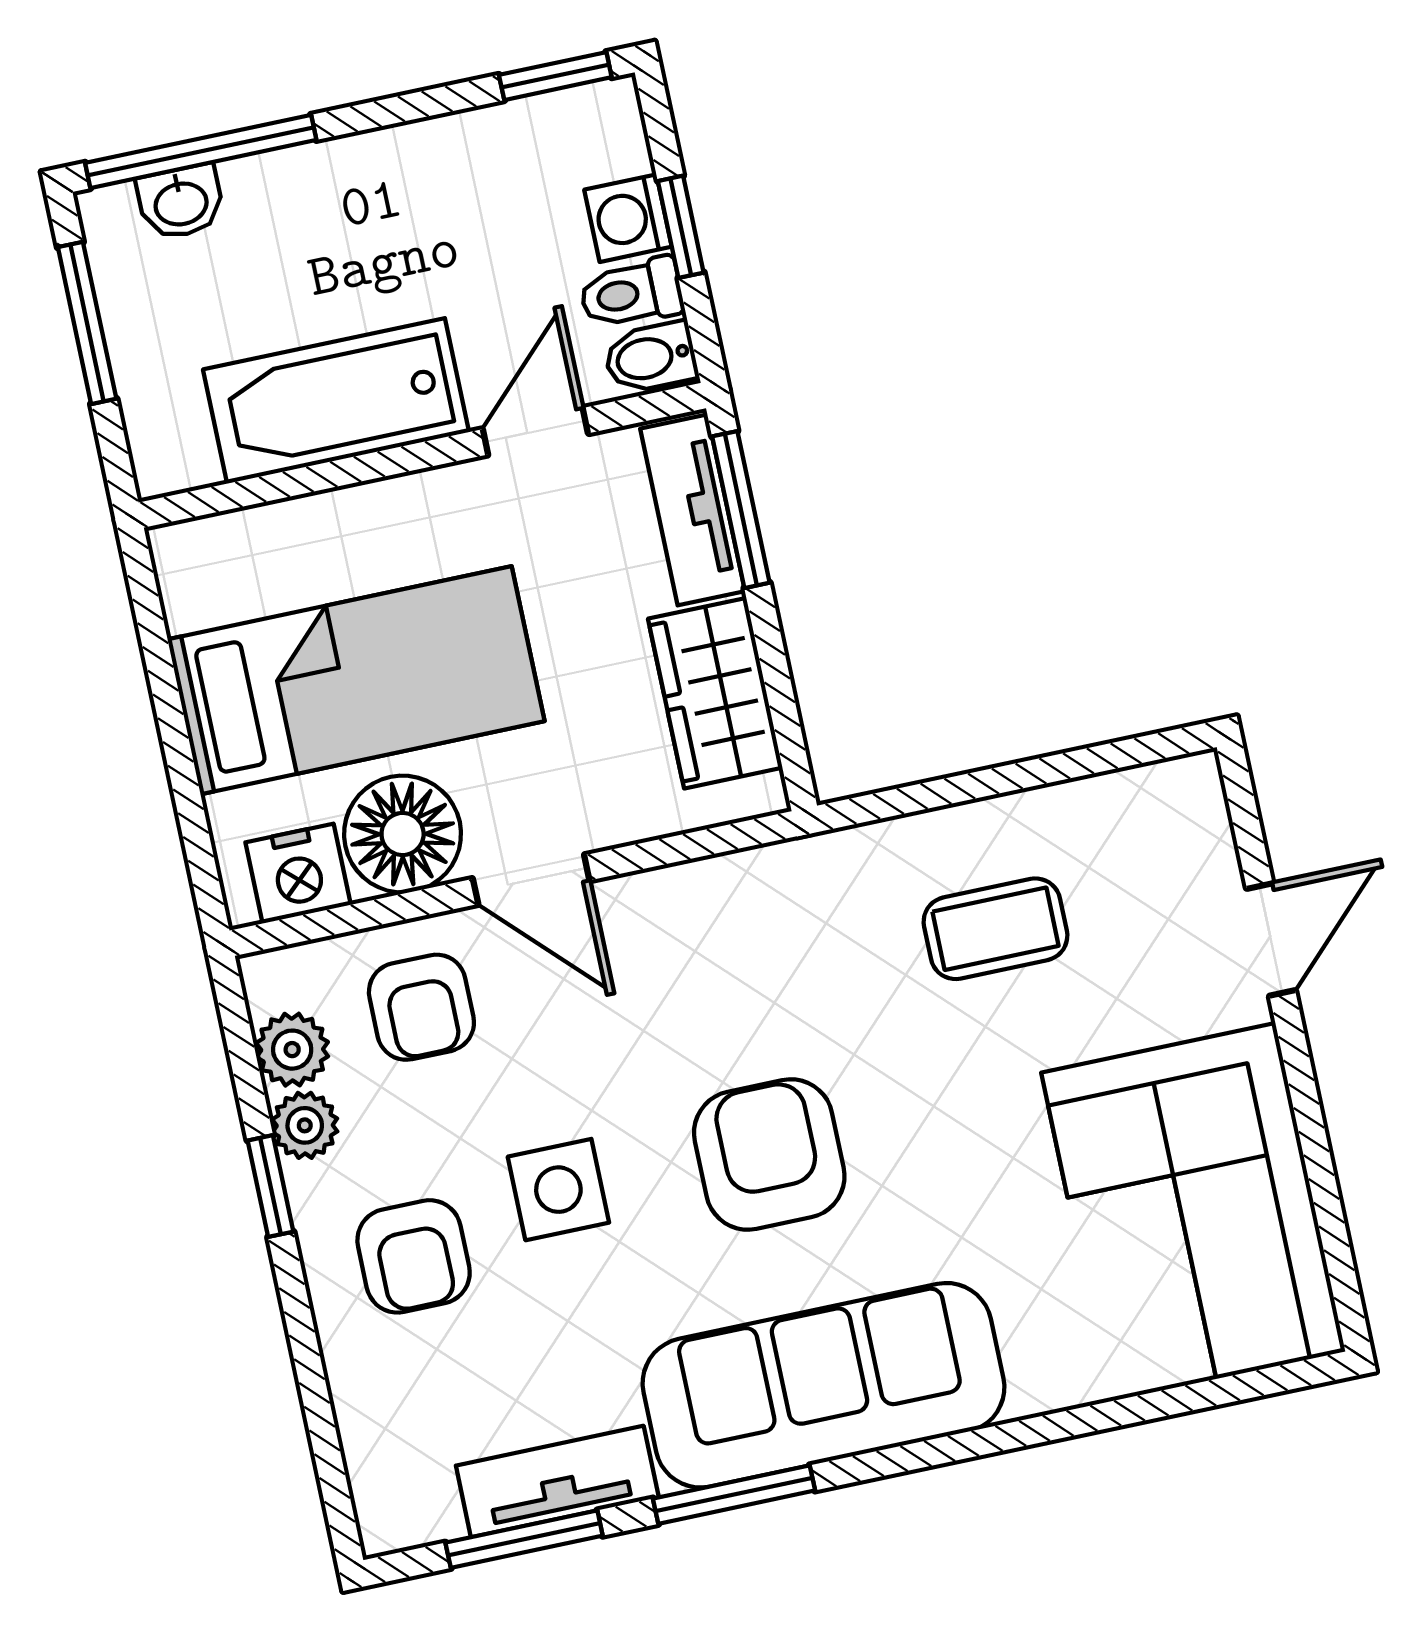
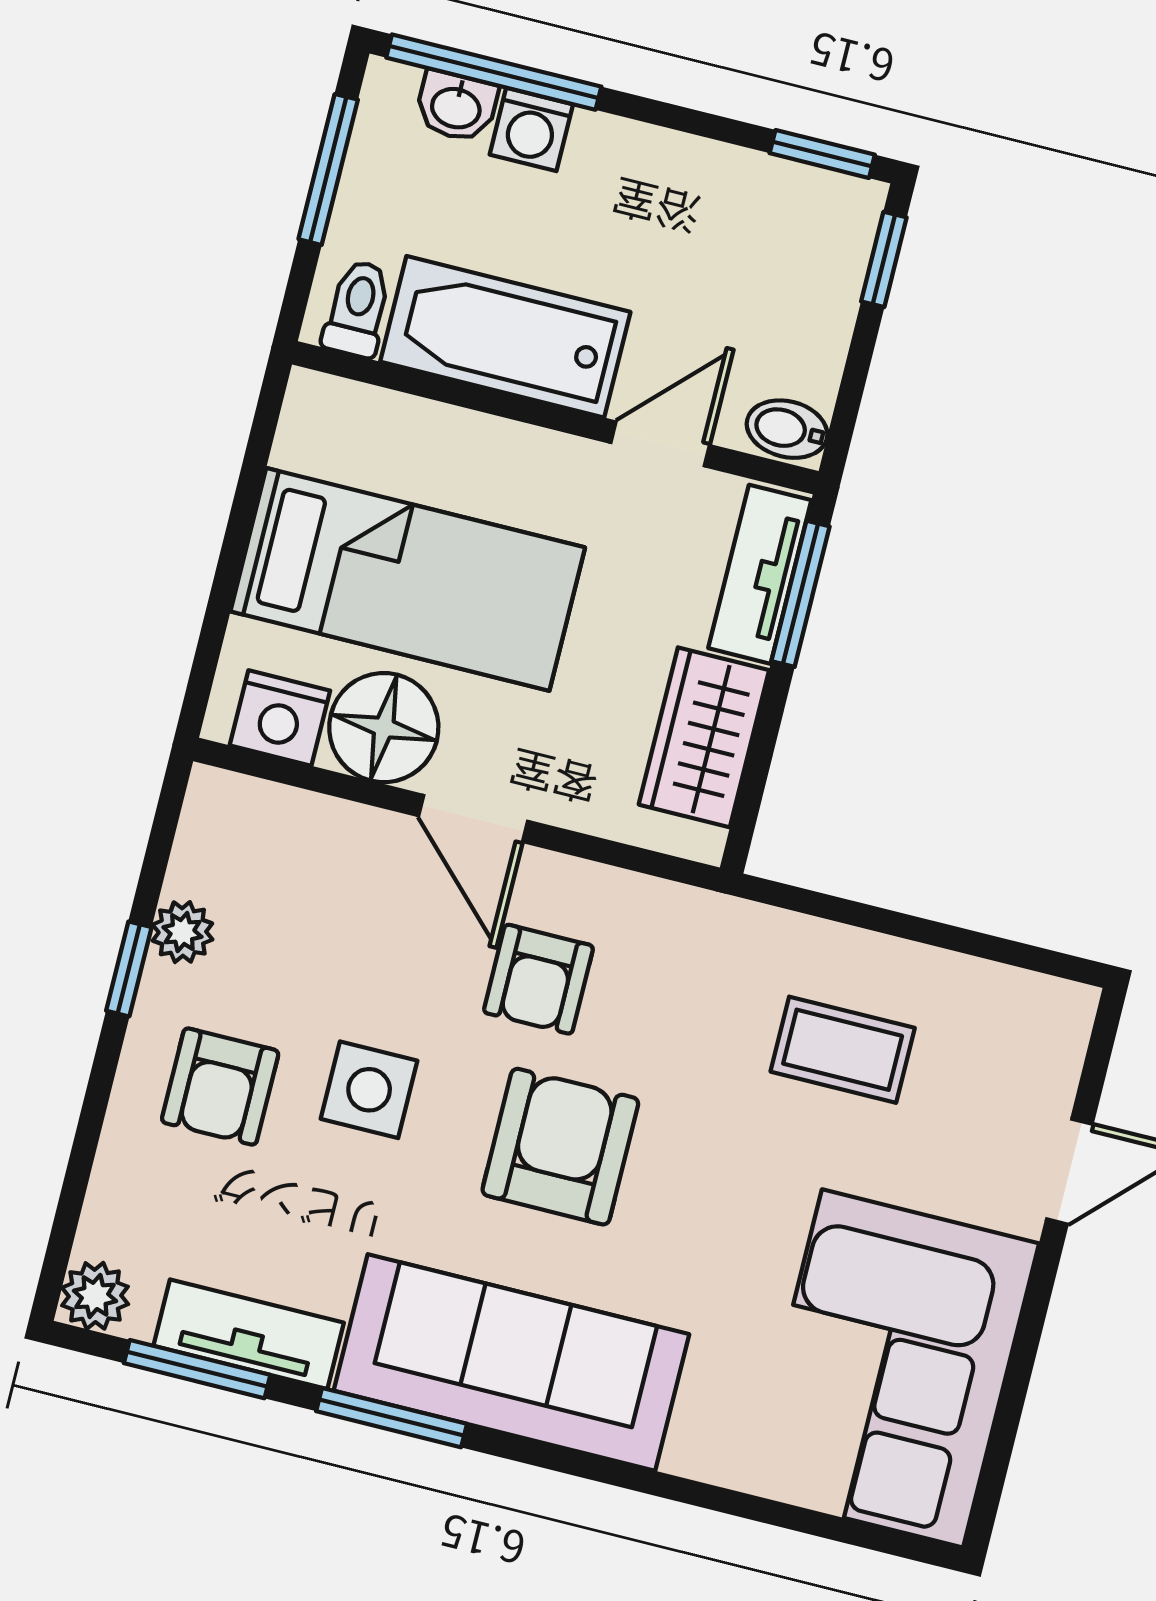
washing machine: (628, 218) -> (531, 129), moved, turned -90
window: (681, 227) -> (884, 259), moved
toilet: (631, 293) -> (358, 309), moved, turned 90
armchair: (421, 1007) -> (538, 979), moved
plant: (292, 1050) -> (95, 1296), moved

